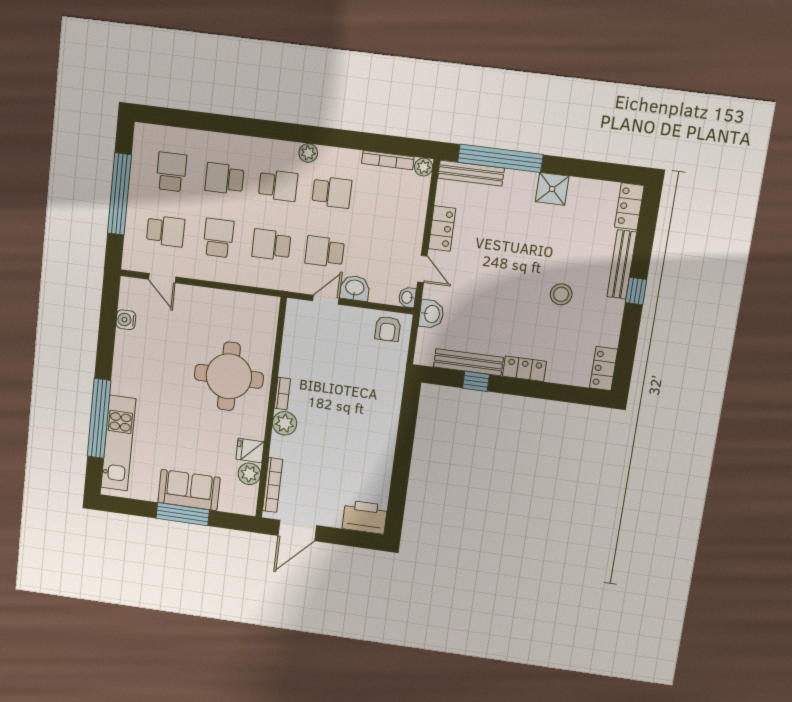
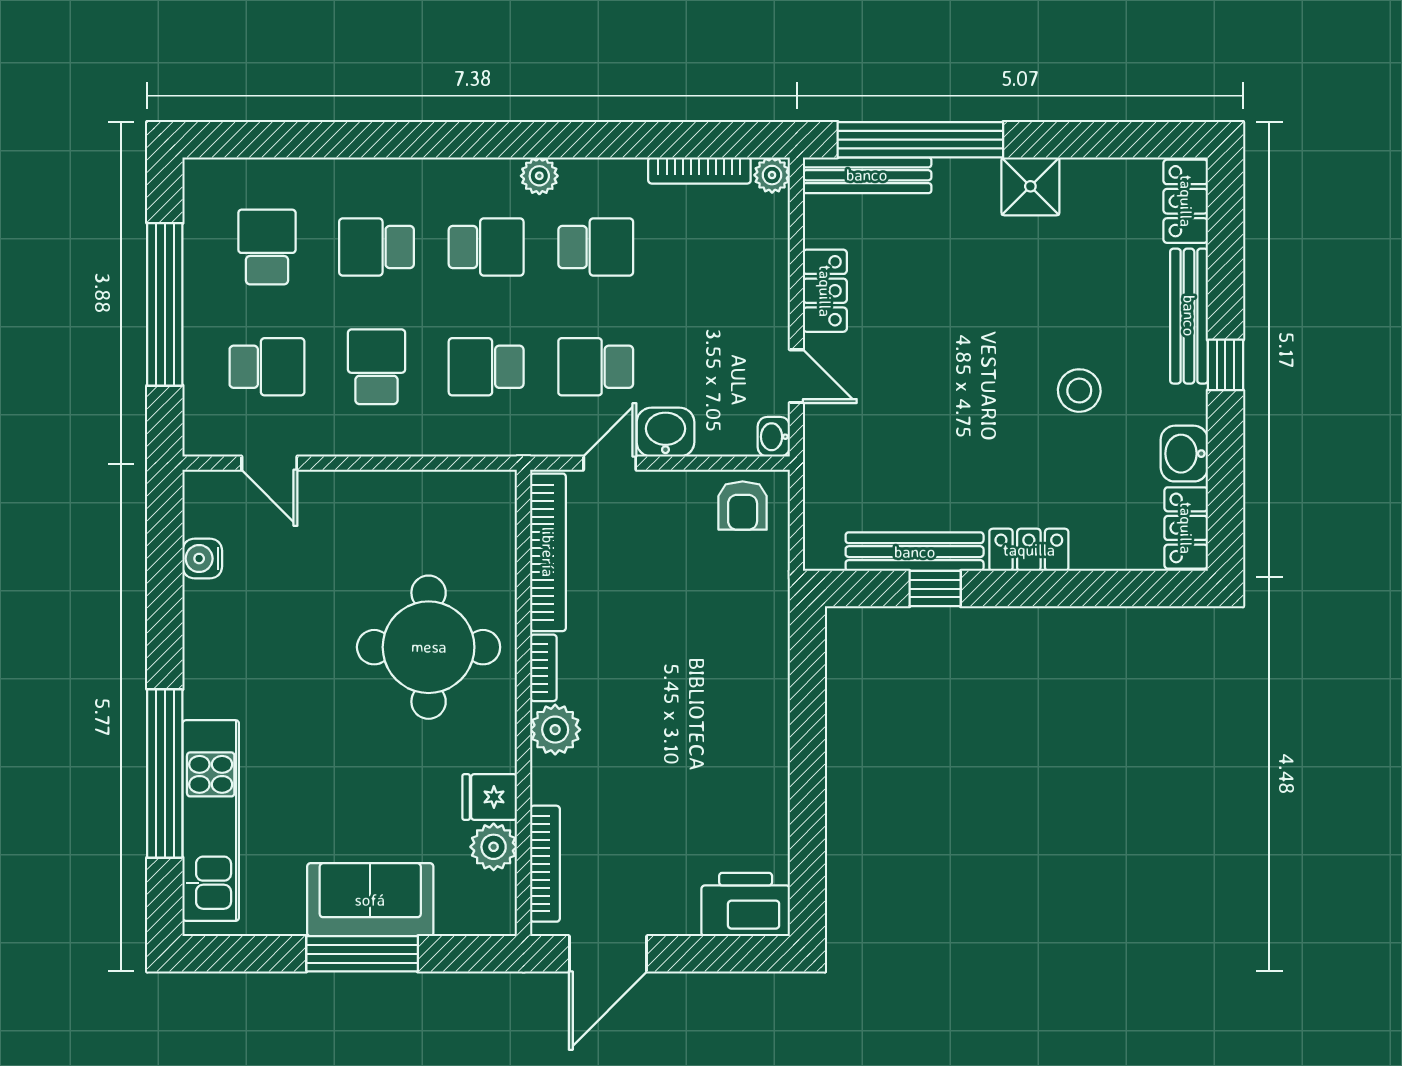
washbasin: (431, 314) -> (1184, 454), moved, turned 180
bookcase: (291, 339) -> (548, 552), added

